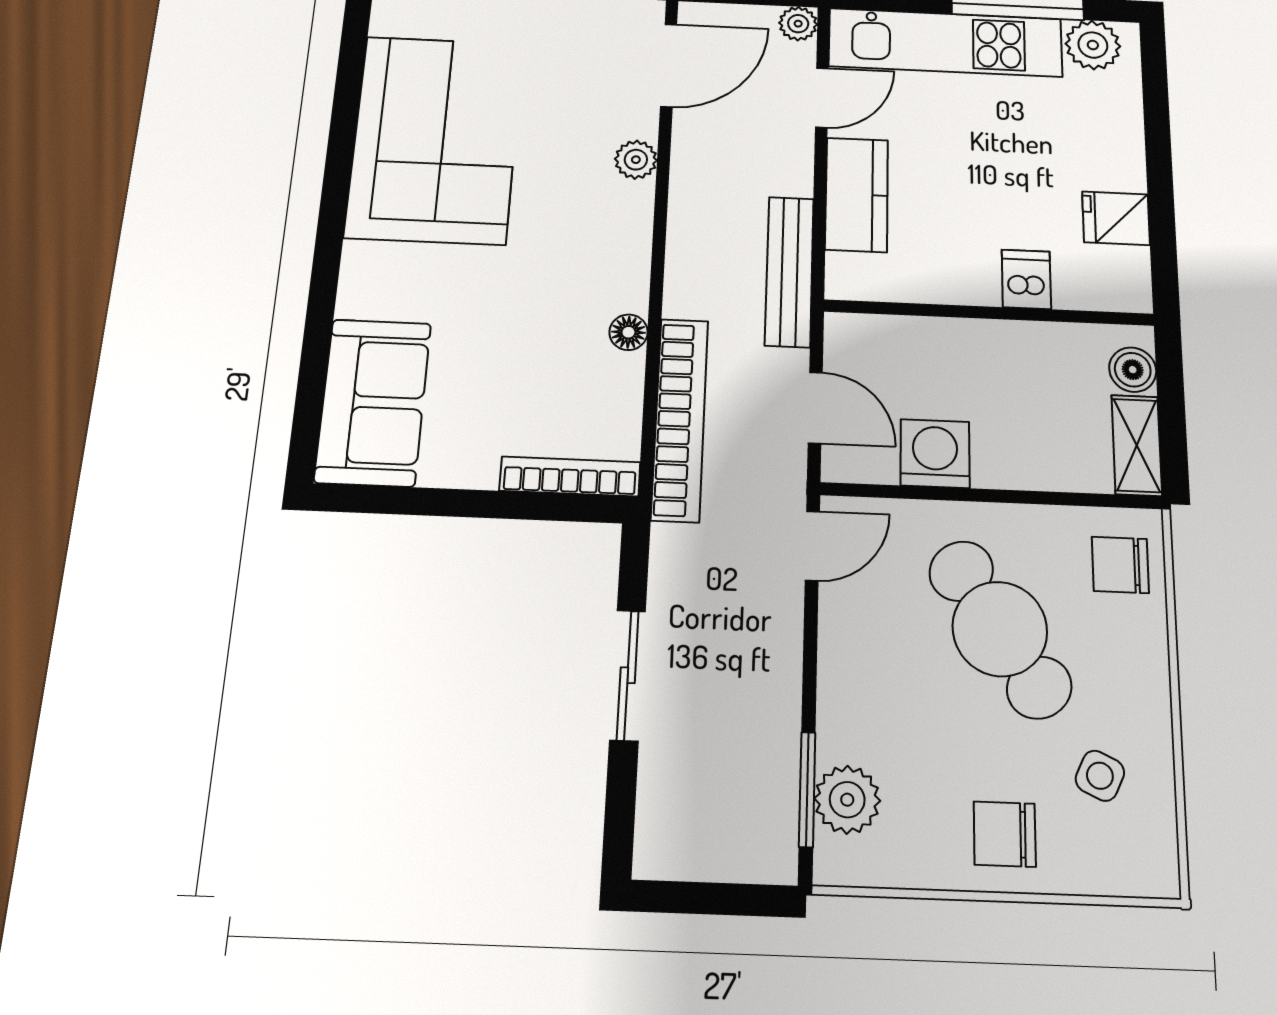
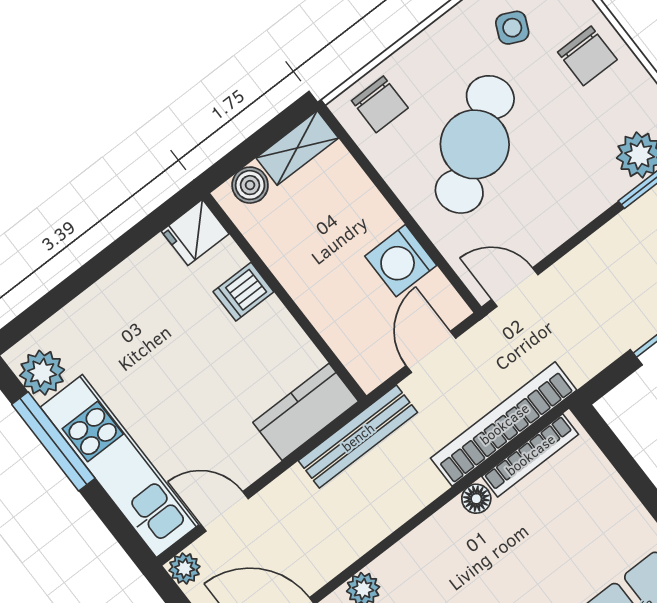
kitchen counter: (857, 194) -> (306, 412), moved
fridge: (1116, 218) -> (195, 232), moved, turned 90
bookcase: (570, 476) -> (530, 455), moved, turned -90

